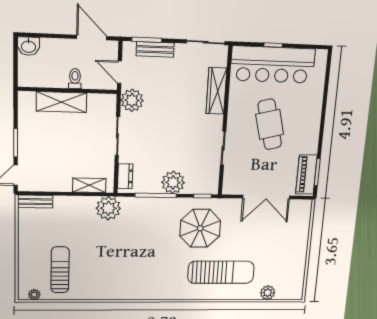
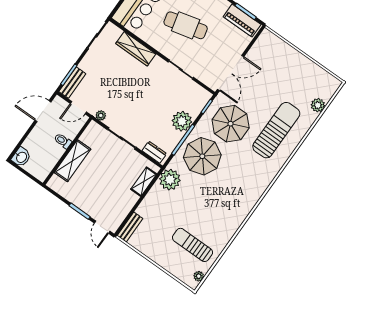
bench: (155, 49) -> (72, 83), moved
plant: (132, 100) -> (101, 115), width x0.53, depth x0.53
double door: (266, 197) -> (231, 73), moved
parasol: (152, 223) -> (202, 156), added

